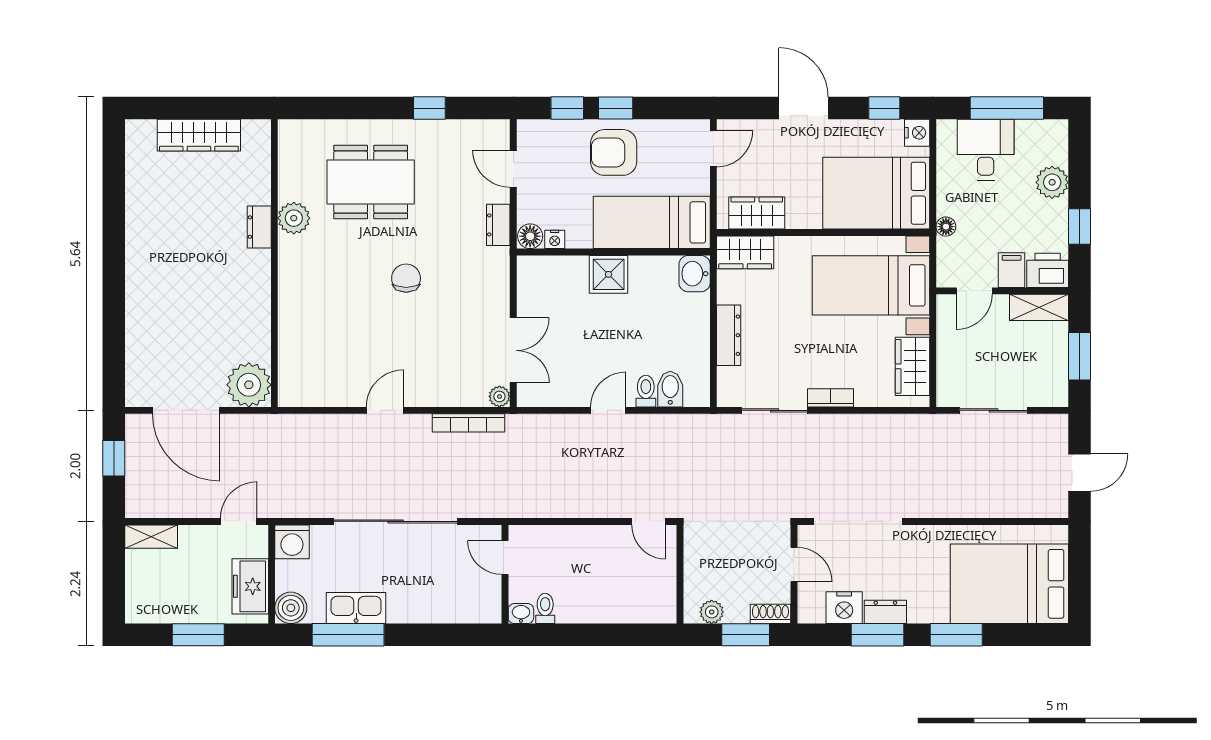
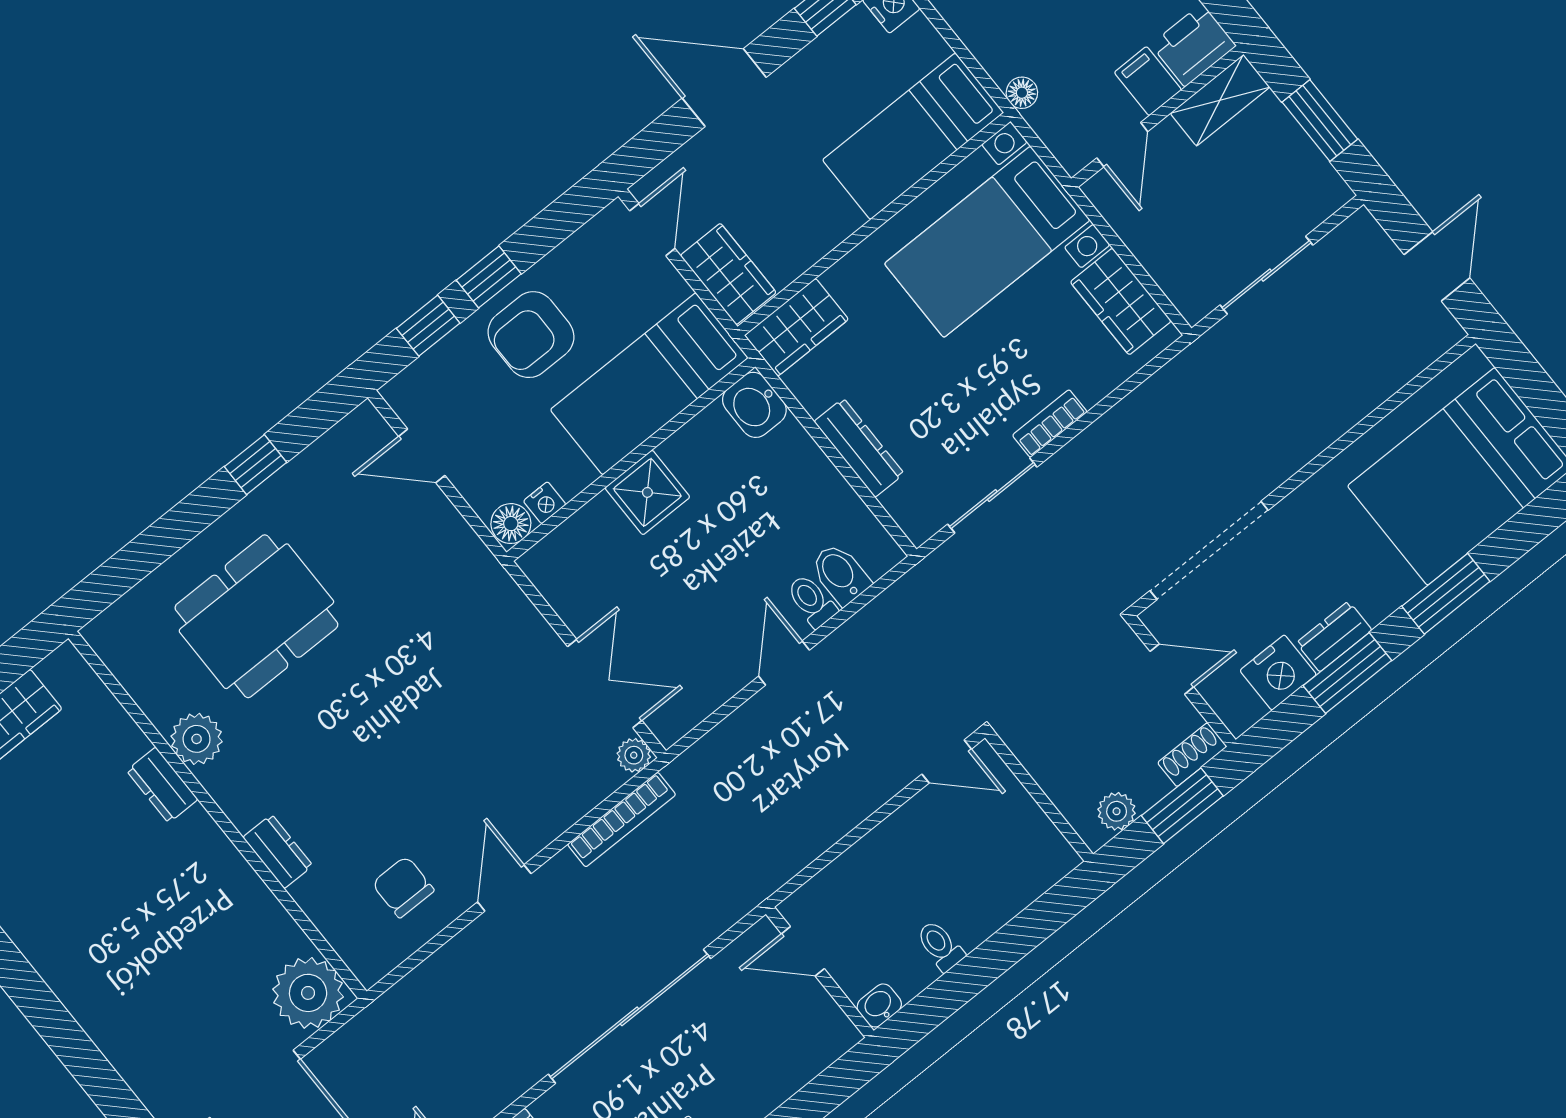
bed: (876, 193) -> (913, 136), width x0.67
wardrobe: (757, 213) -> (728, 274), moved, turned 90
dresser: (498, 225) -> (278, 851), moved, turned 180
chair: (406, 278) -> (403, 887), moved
toilet: (545, 608) -> (940, 946), moved

